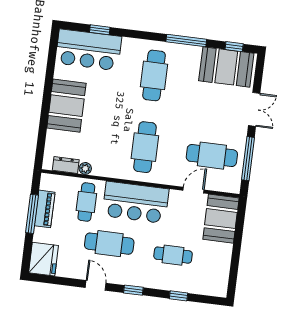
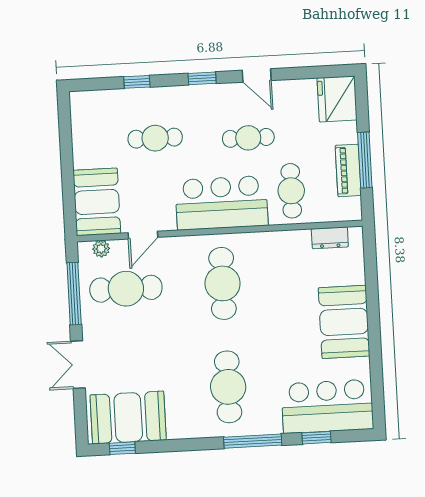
window: (186, 41) -> (253, 441), moved
plant: (85, 168) -> (101, 249), moved
cafe table: (109, 244) -> (248, 138), width x0.73, depth x0.74

